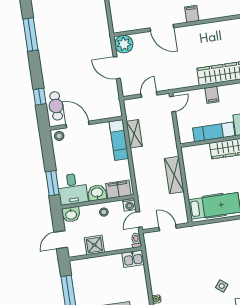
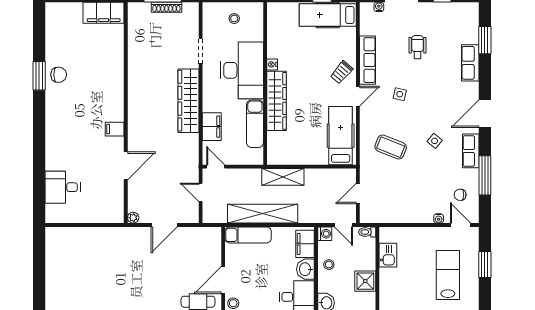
plant: (124, 44) -> (133, 218), width x0.53, depth x0.53
filing cabinet: (212, 95) -> (212, 127), width x2.00
shelving: (134, 134) -> (263, 214), width x2.20, depth x1.33
shelving: (174, 175) -> (283, 177), moved
coffee table: (211, 250) -> (391, 147), added
kitchen sink: (133, 259) -> (388, 255), moved

